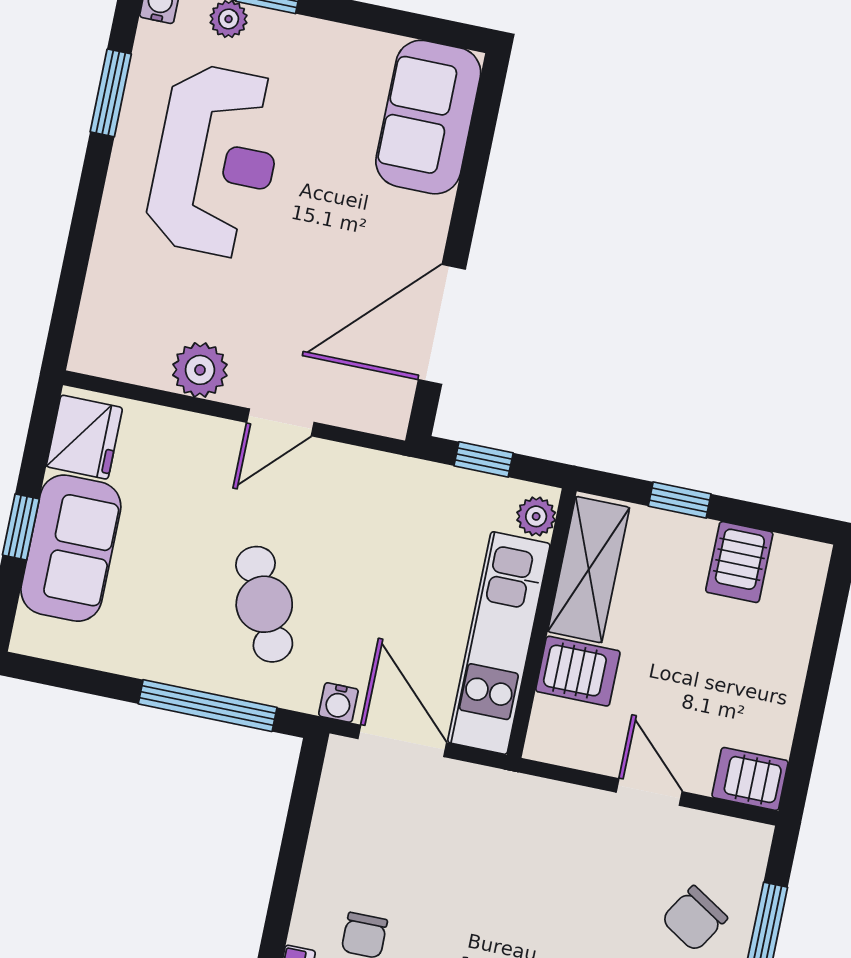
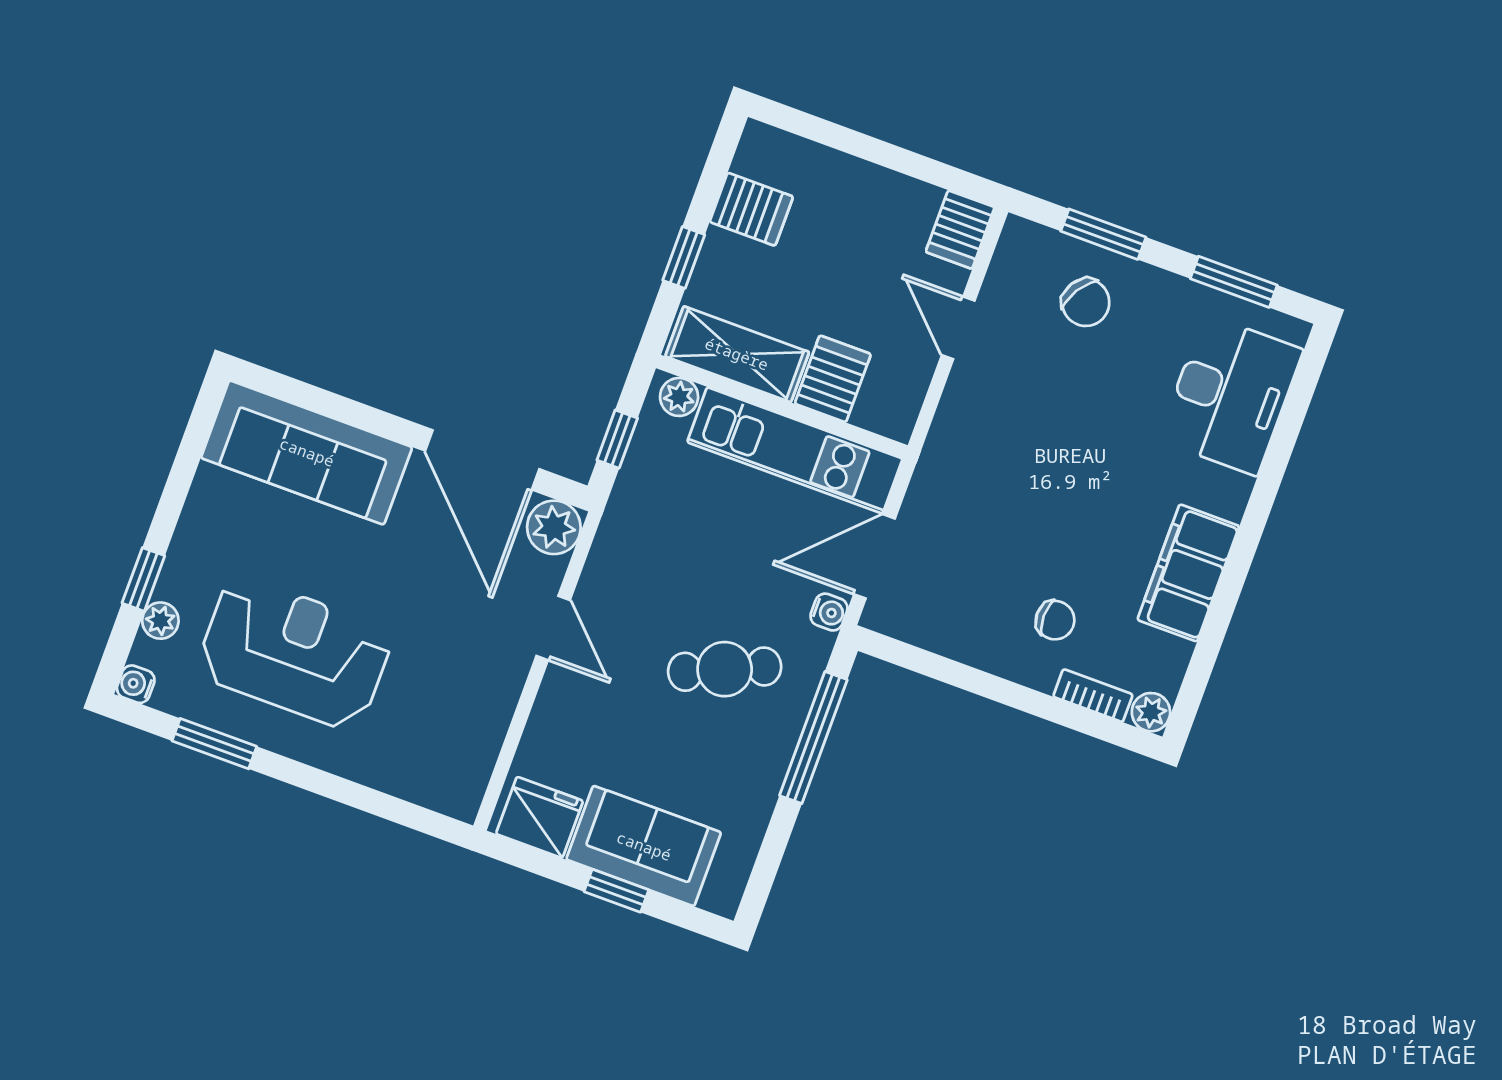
sofa: (428, 117) -> (307, 452), width x1.36
plant: (200, 370) -> (554, 527), moved
door: (649, 792) -> (958, 328), hinge flipped

